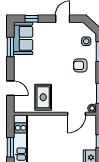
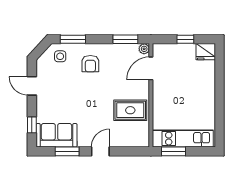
door: (10, 88) -> (100, 151), moved
door: (77, 114) -> (151, 68), swing flipped
window: (10, 147) -> (173, 151), moved

